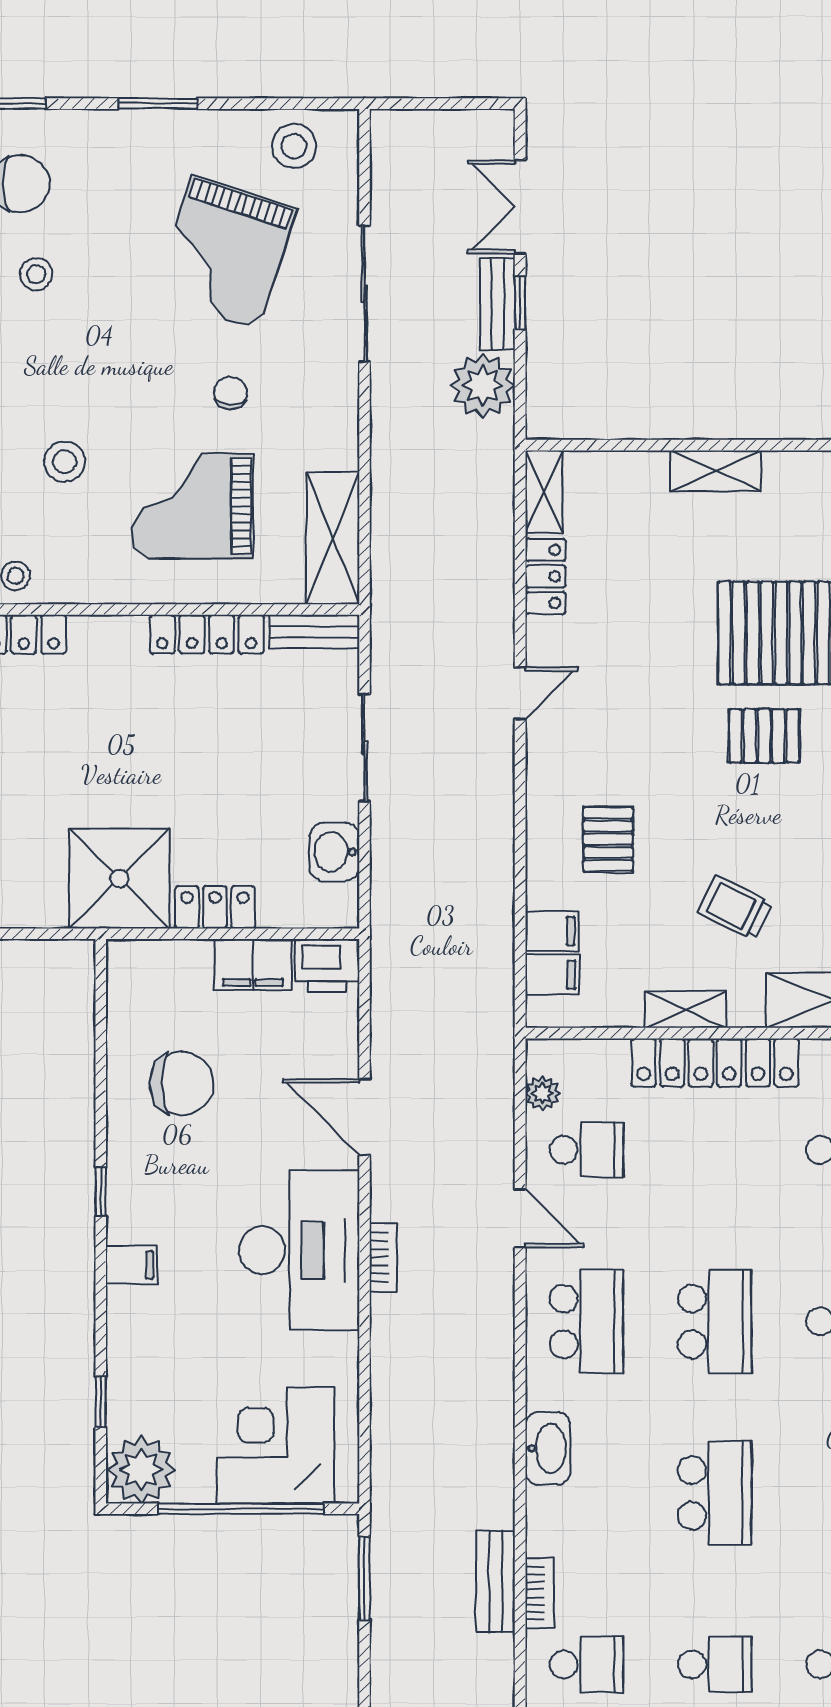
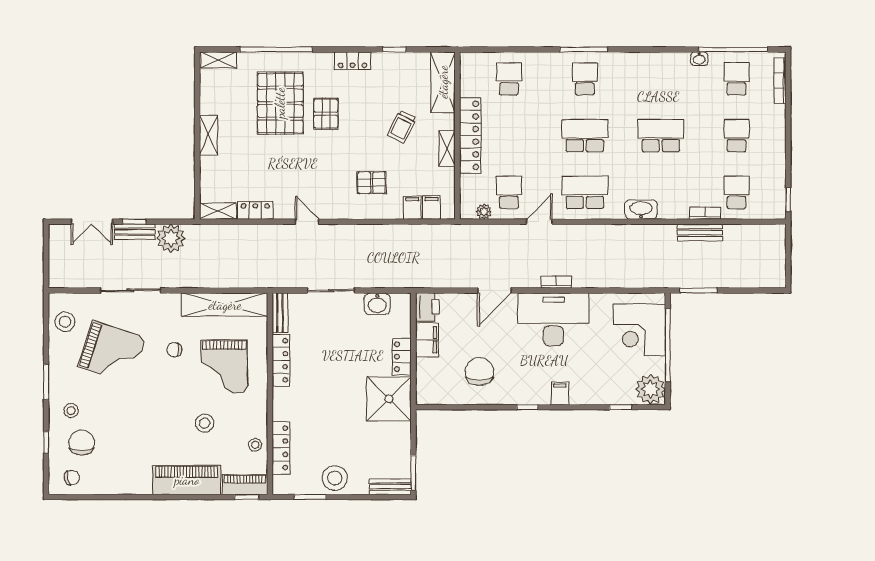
stool: (36, 274) -> (71, 411), moved
shelving: (333, 538) -> (225, 305), width x1.47

